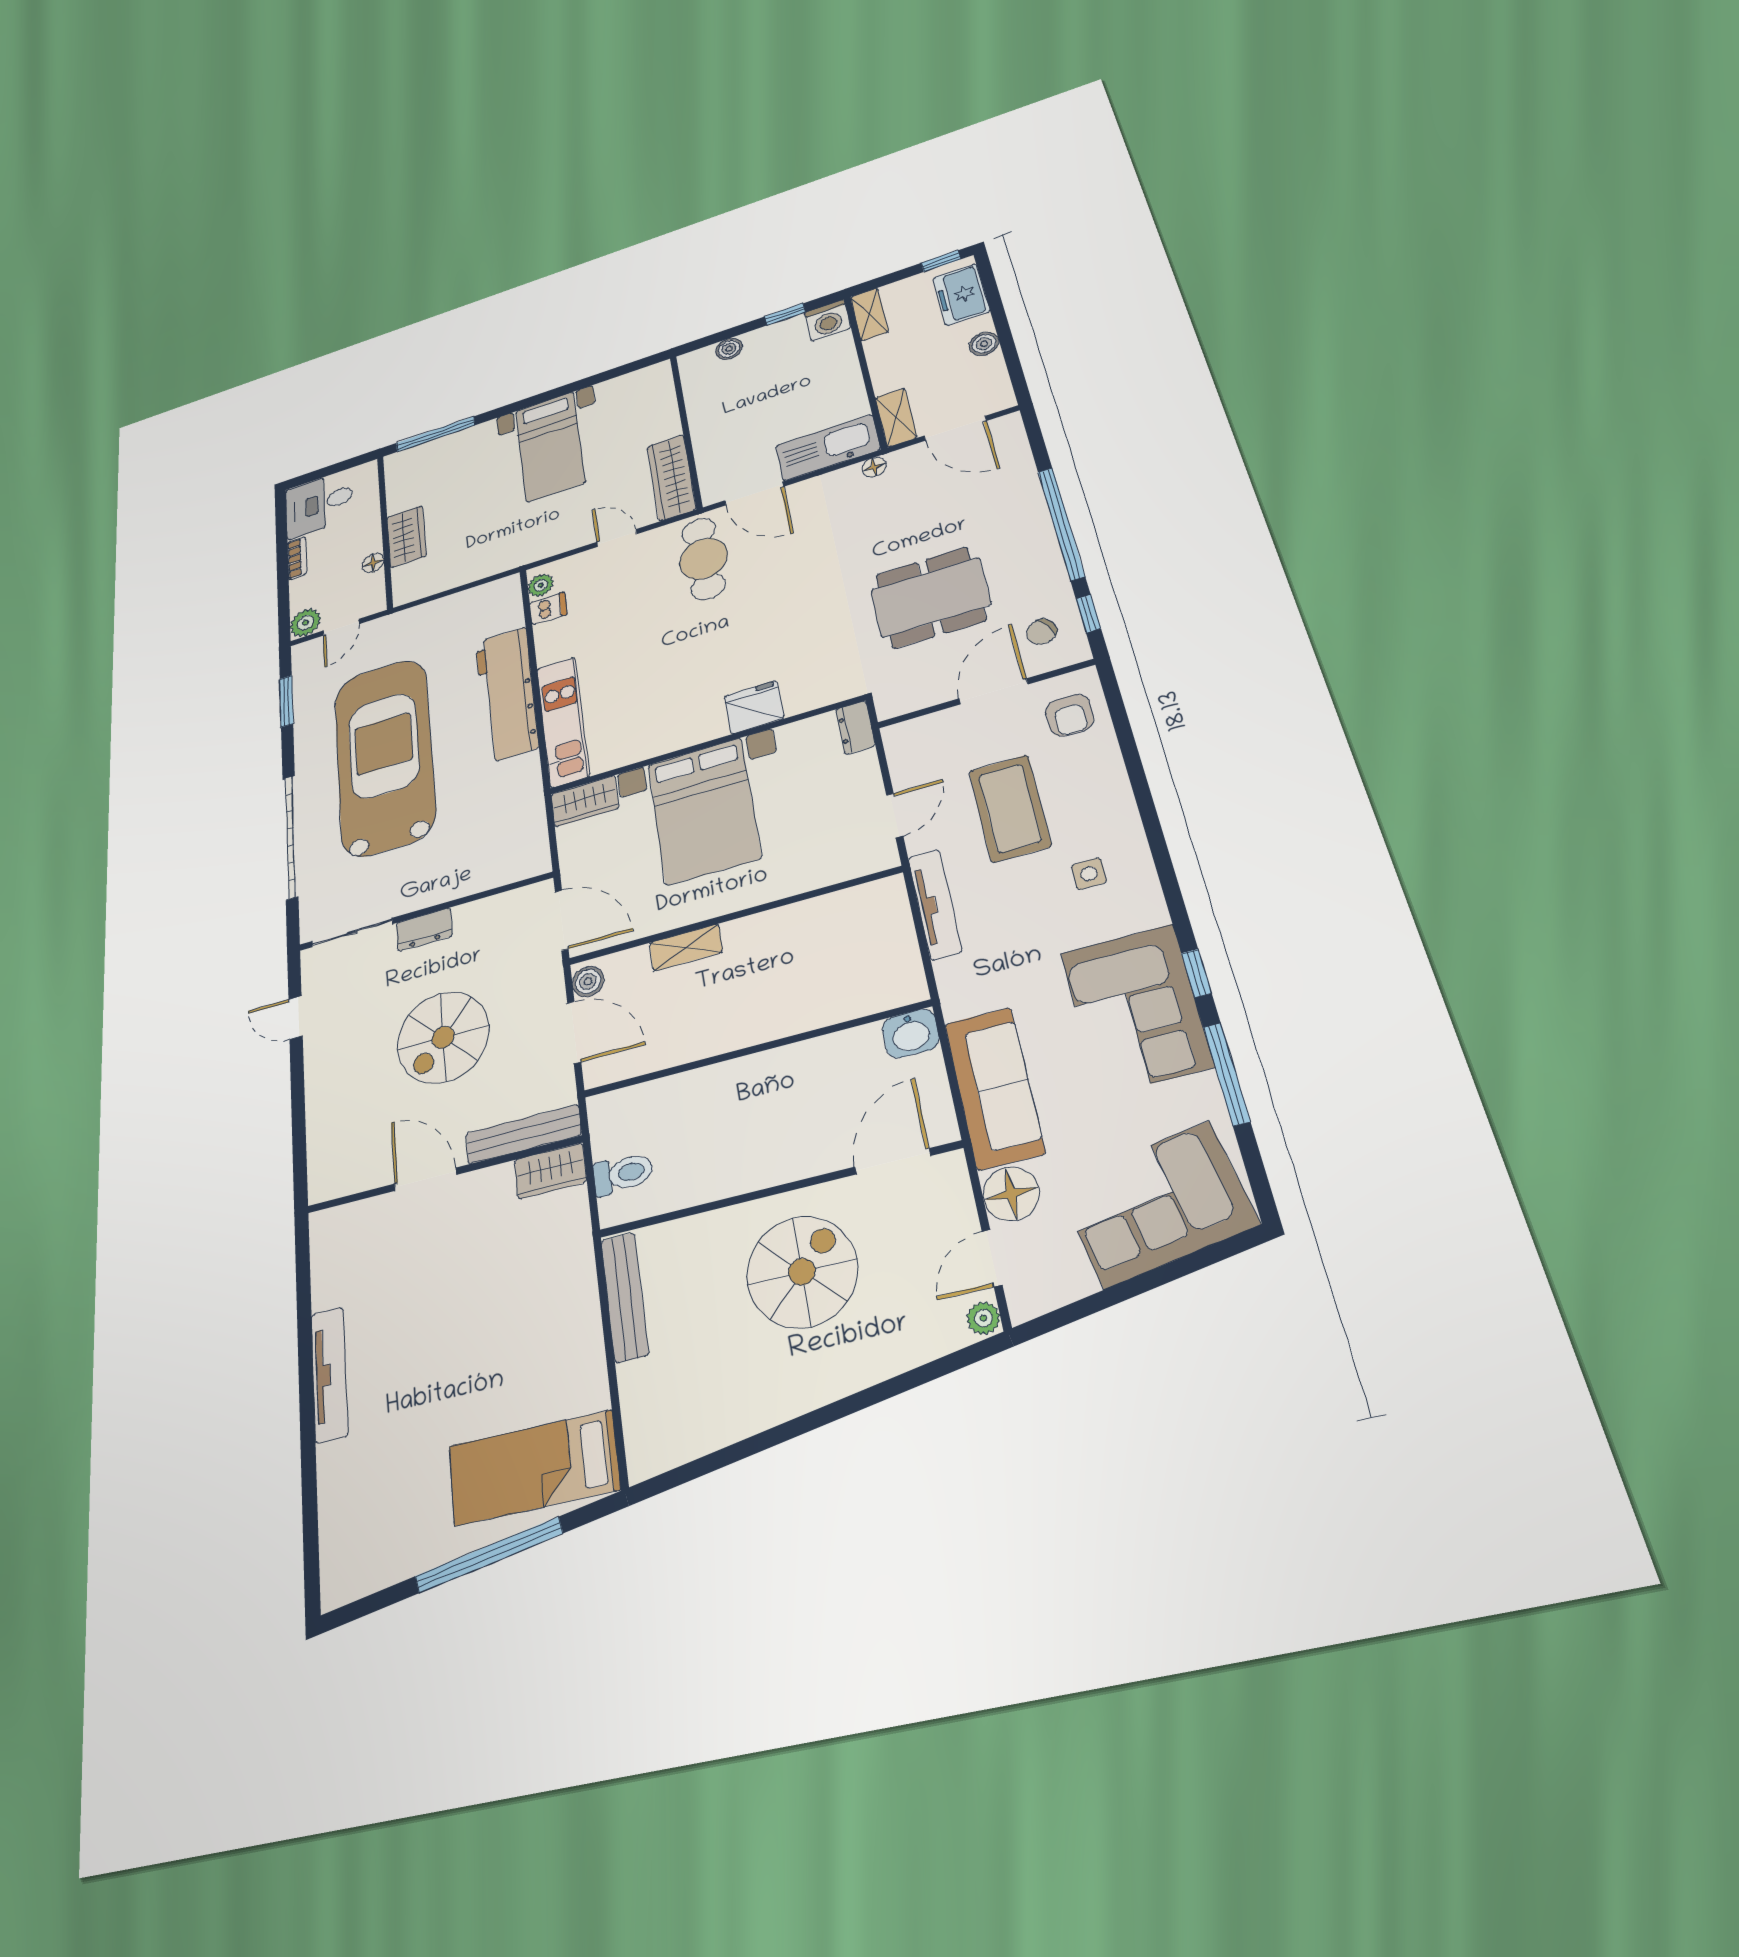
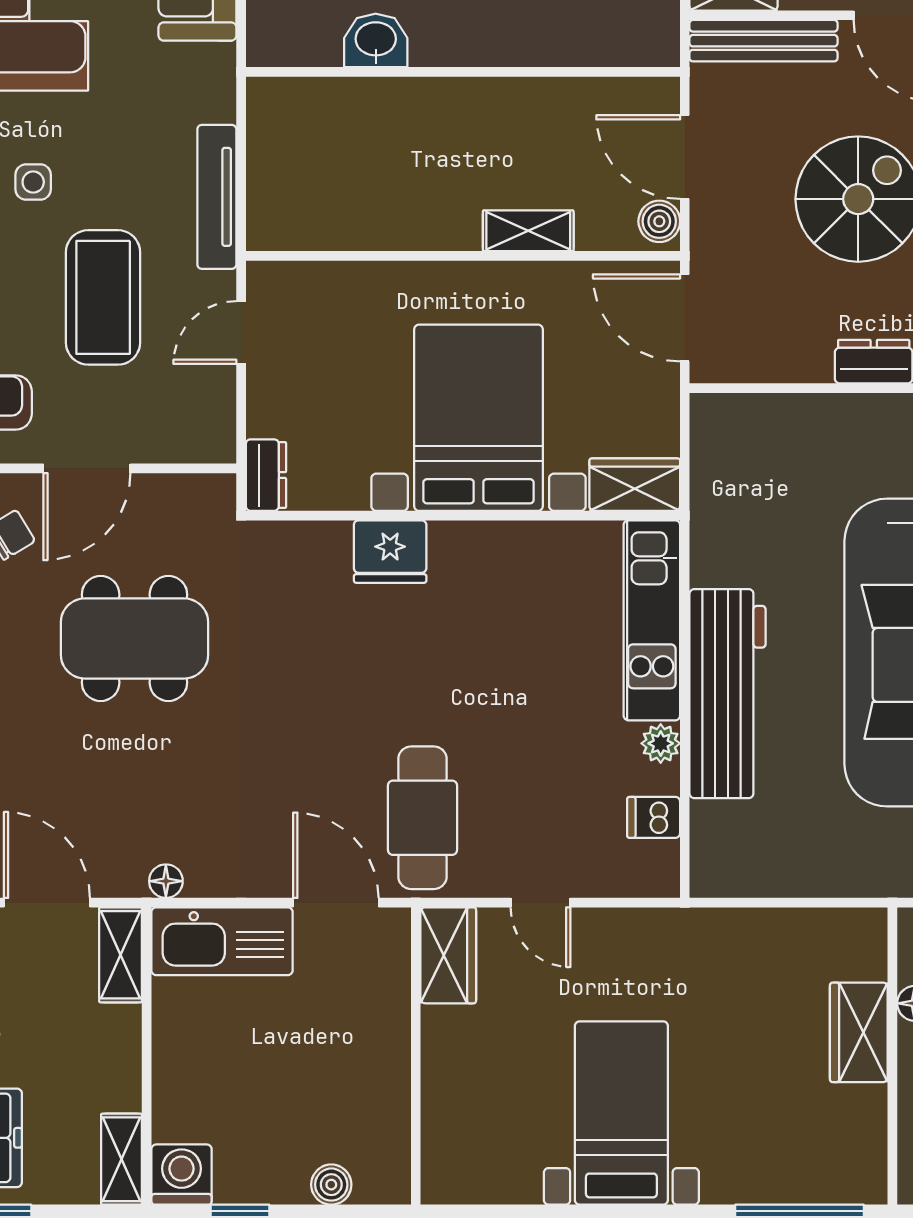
wardrobe: (671, 478) -> (448, 955), width x0.67
plant: (541, 585) -> (661, 743), moved
washbasin: (911, 1033) -> (376, 40), moved

